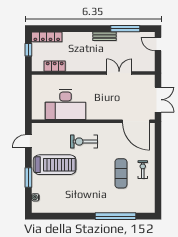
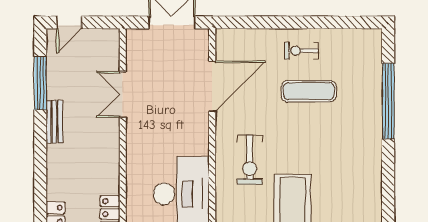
door: (136, 121) -> (212, 86), moved

